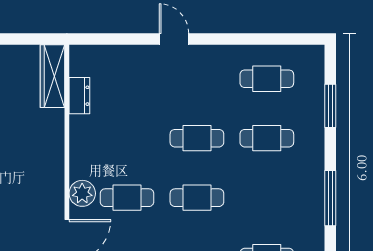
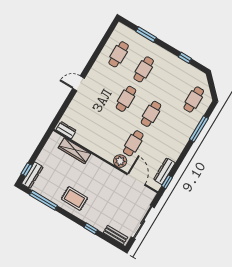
wardrobe: (52, 76) -> (75, 151), moved
dresser: (79, 96) -> (66, 130), moved
window: (330, 198) -> (185, 58), width x0.46

